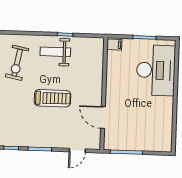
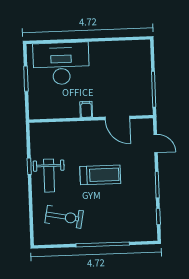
filing cabinet: (114, 45) -> (86, 109), moved
treadmill: (52, 98) -> (100, 175), turned 90
door: (103, 117) -> (117, 118), hinge flipped

